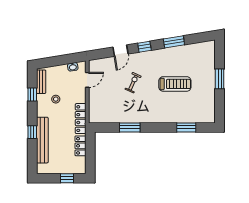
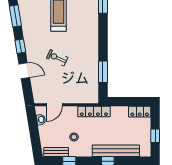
door: (87, 80) -> (54, 105), swing flipped
window: (130, 127) -> (103, 72), moved
locker: (81, 146) -> (140, 112), moved
window: (67, 178) -> (155, 136), moved

